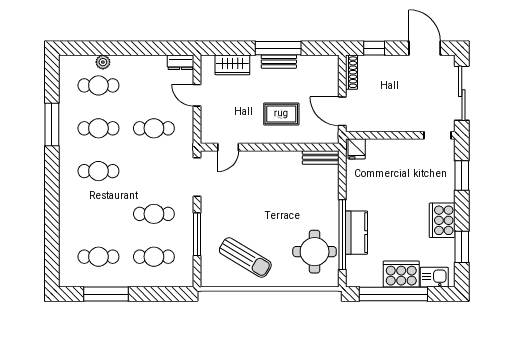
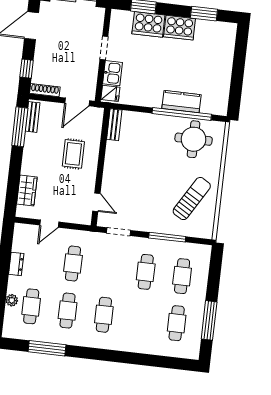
window: (278, 48) -> (20, 127), moved
dresser: (181, 62) -> (16, 264), moved
bench: (279, 62) -> (33, 117), moved
window: (52, 124) -> (47, 348), moved
doorway: (437, 135) -> (104, 48), moved
doorway: (197, 177) -> (119, 232), width x0.73
cooker: (401, 274) -> (148, 24), moved, turned -90
kitchen sink: (434, 277) -> (113, 73), moved, turned 180
window: (393, 294) -> (237, 76), removed

